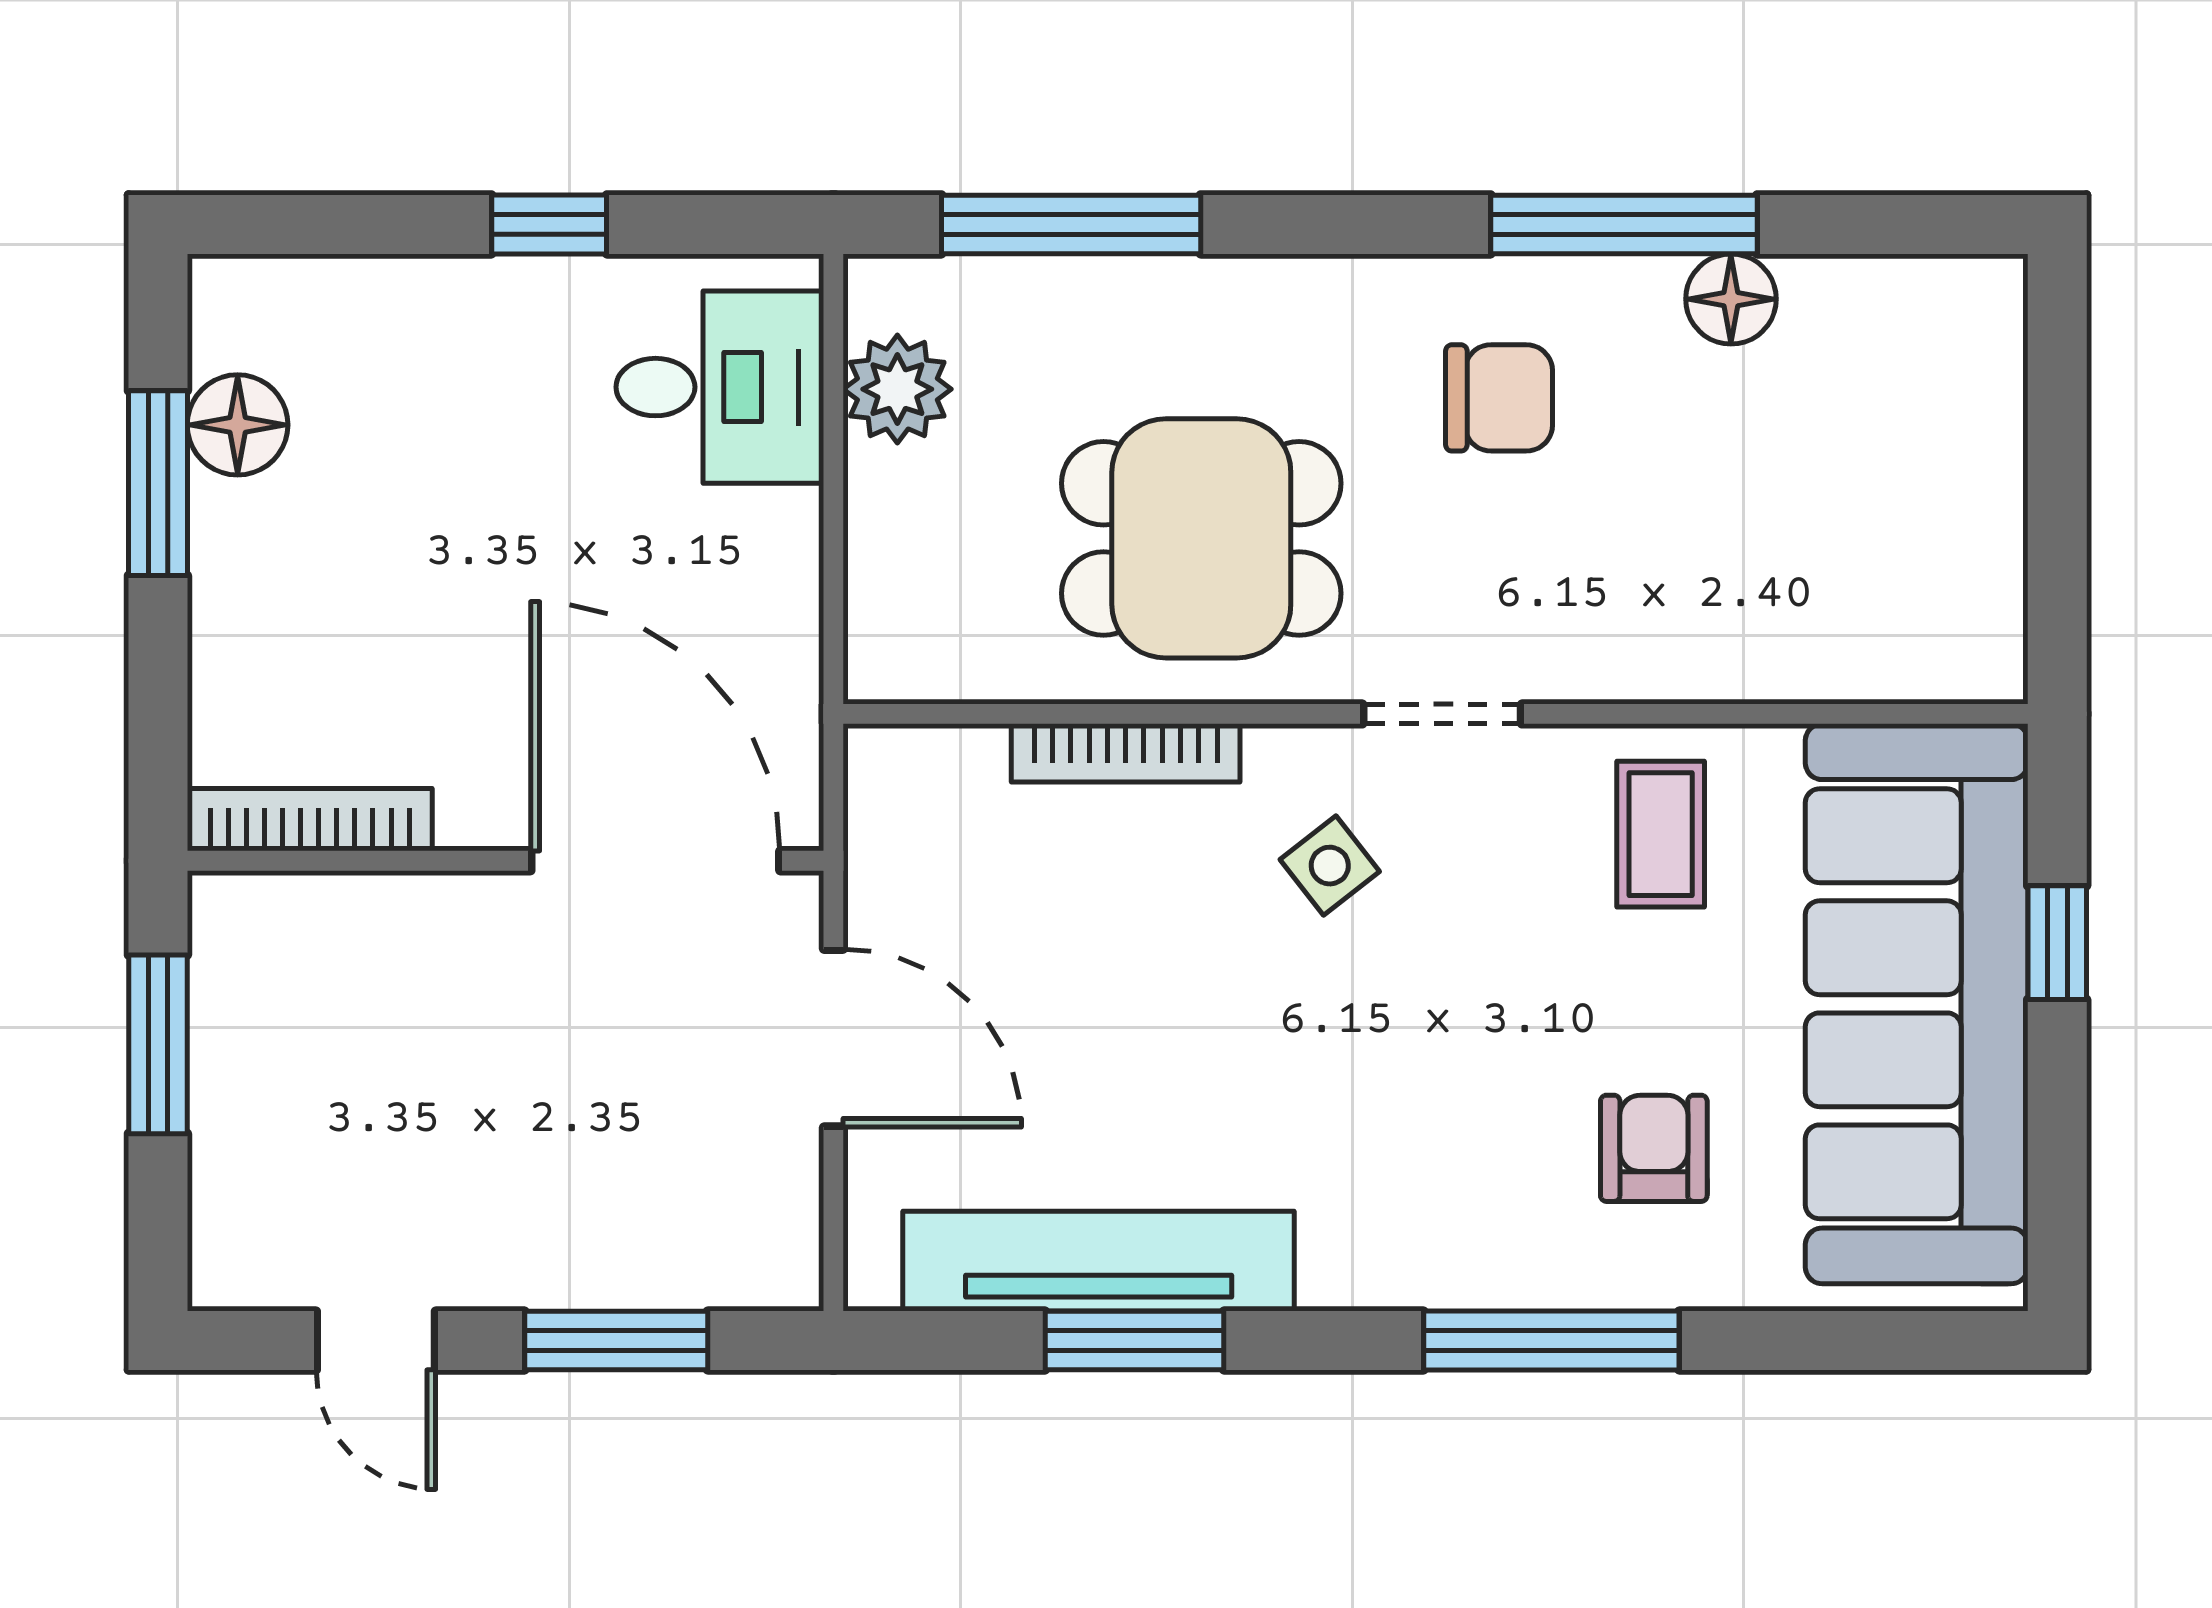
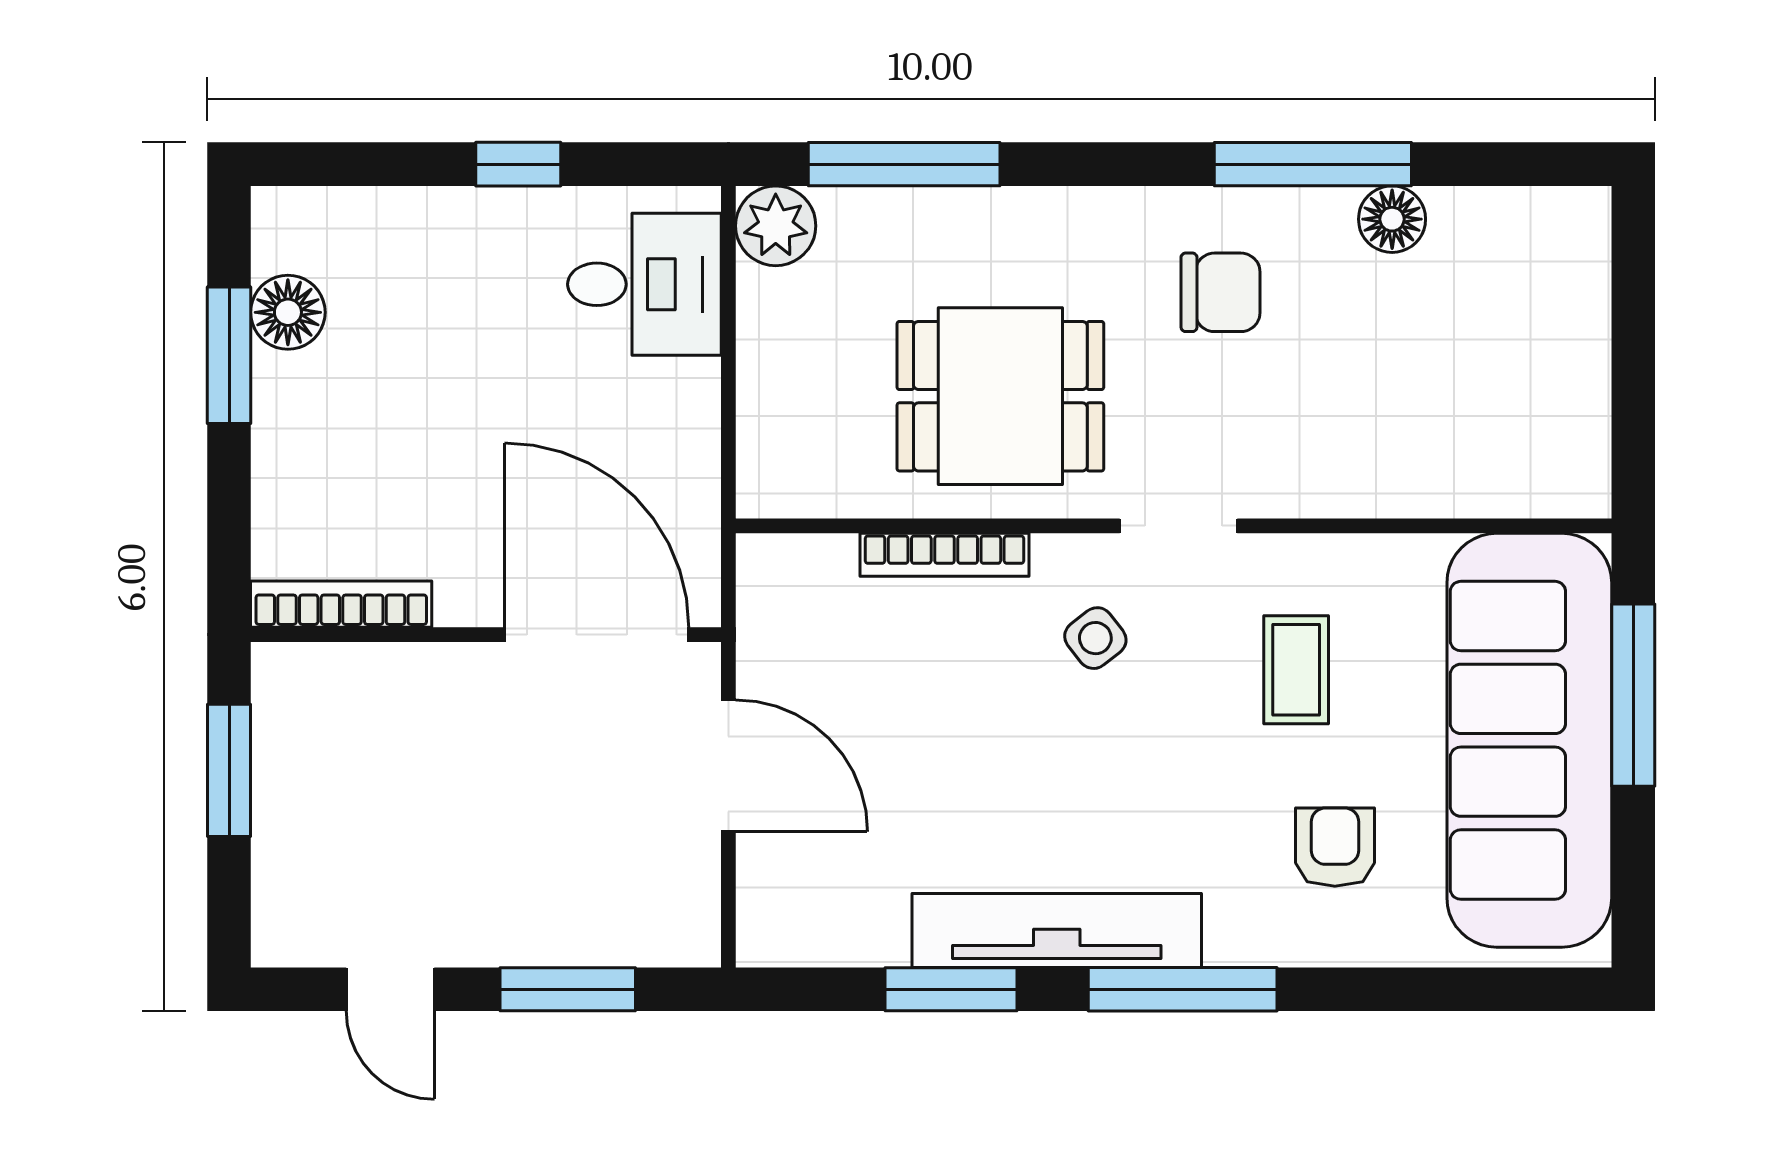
plant: (897, 389) -> (776, 226), moved
coffee table: (1661, 834) -> (1296, 670), moved
window: (2057, 943) -> (1633, 695), width x2.17
tv unit: (1099, 1261) -> (1057, 930), moved
window: (1551, 1340) -> (1183, 989), moved

